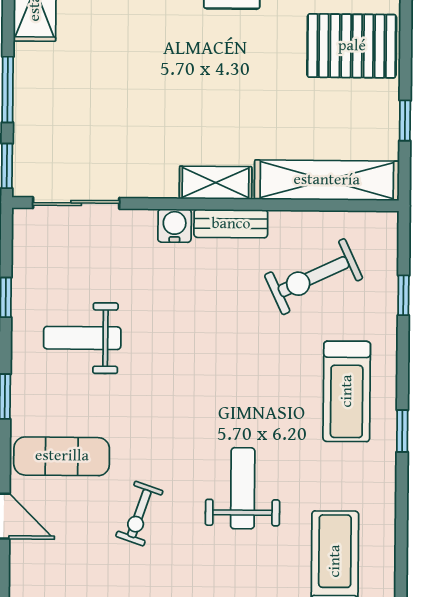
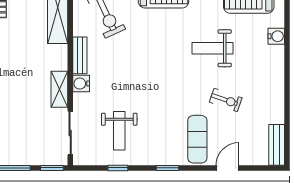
shelving: (216, 183) -> (59, 89), moved
weight bench: (82, 338) -> (119, 131), moved

